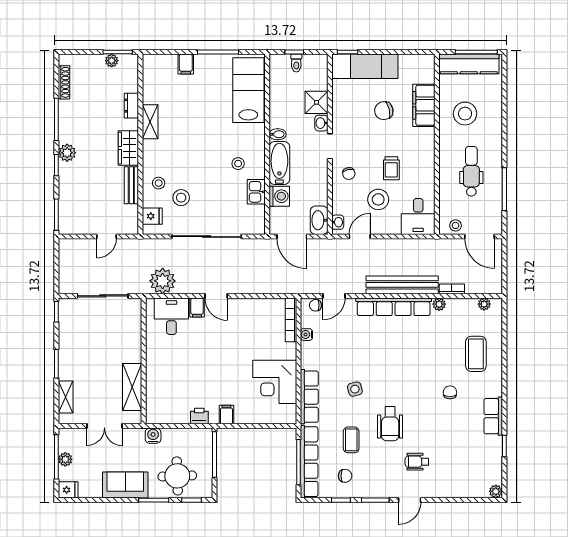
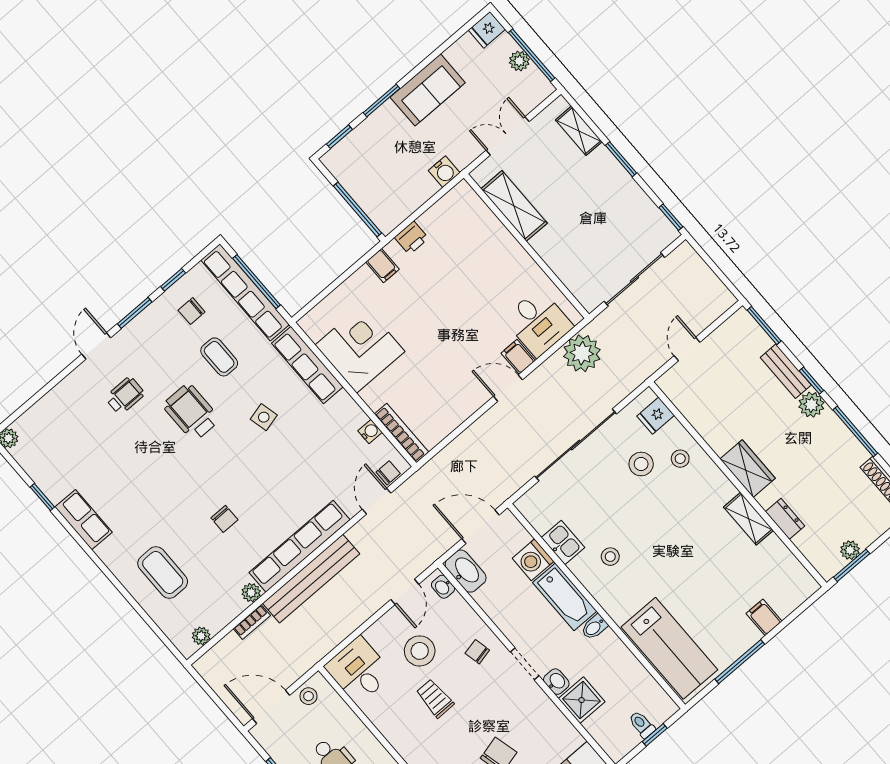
bench: (131, 185) -> (786, 371), moved
chair: (450, 392) -> (224, 519), moved
round table: (177, 476) -> (379, 150), removed

